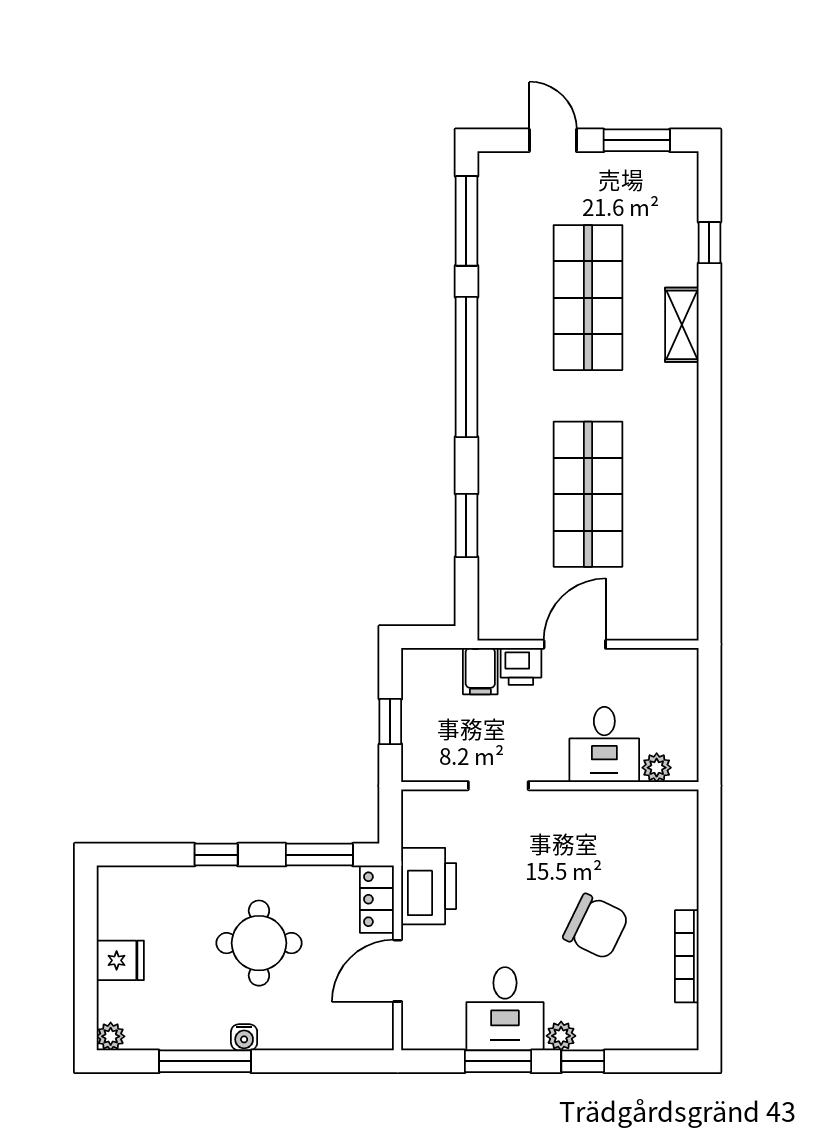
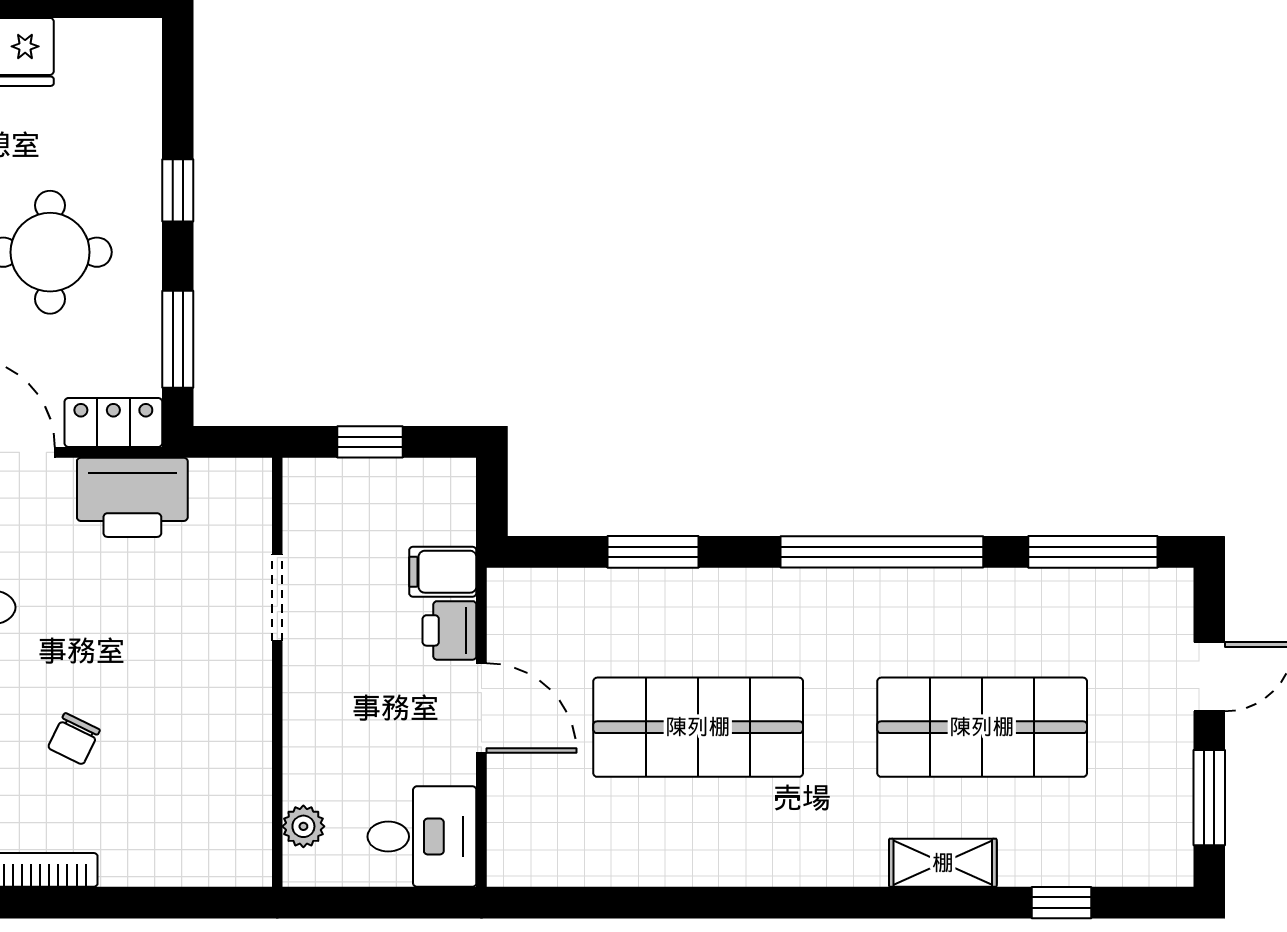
desk: (604, 744) -> (422, 837), moved, turned 180
chair: (596, 927) -> (74, 739), width x0.54, depth x0.54

